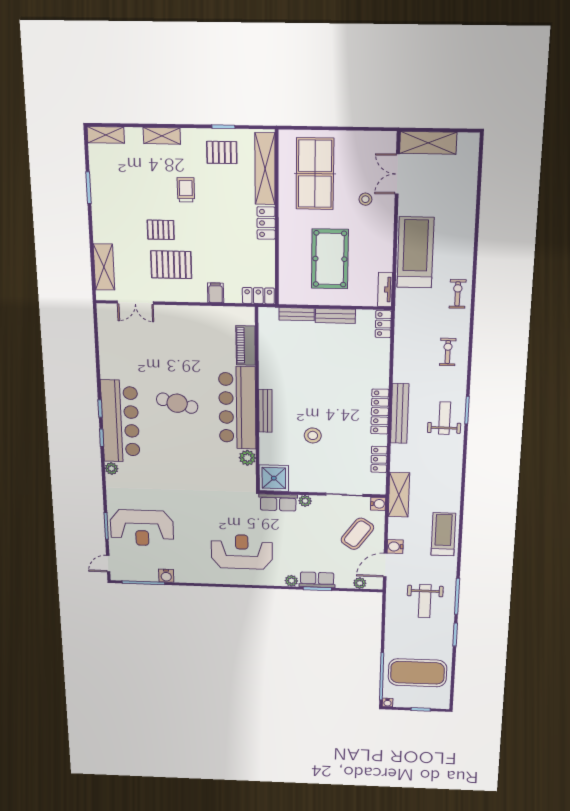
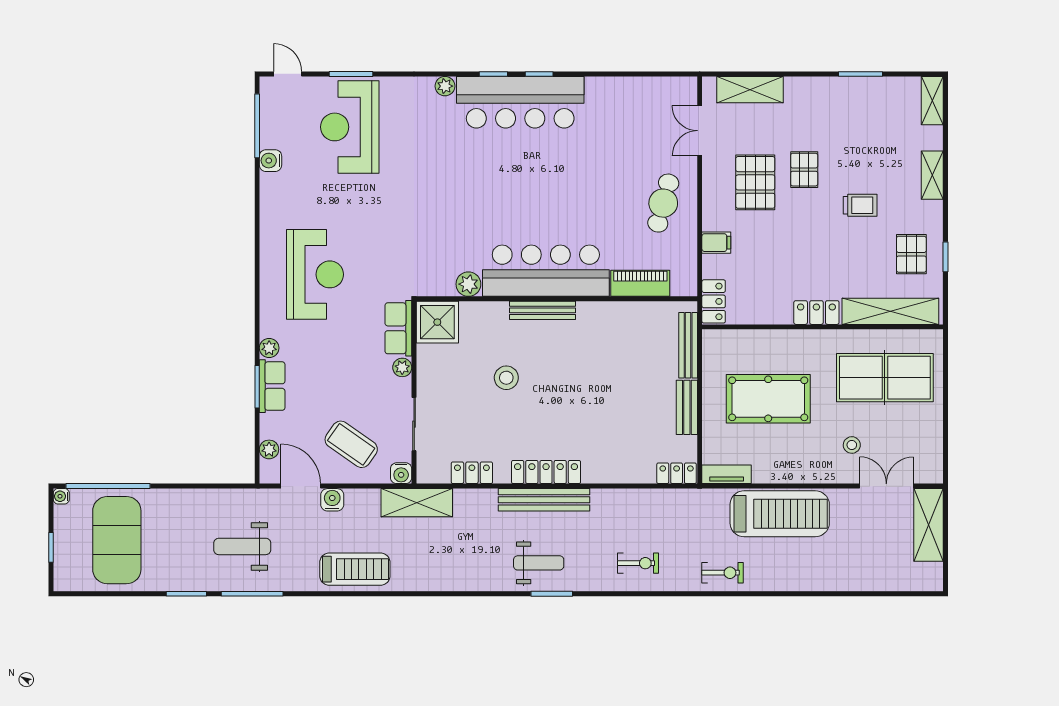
bench: (297, 314) -> (688, 345), width x1.36
cafe table: (177, 403) -> (663, 203), moved

